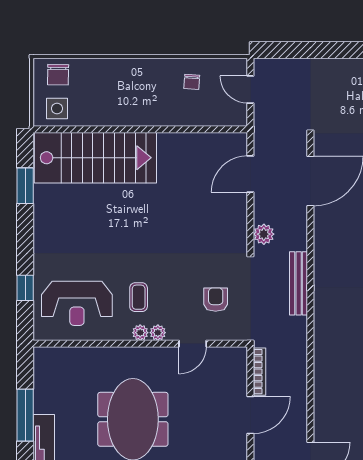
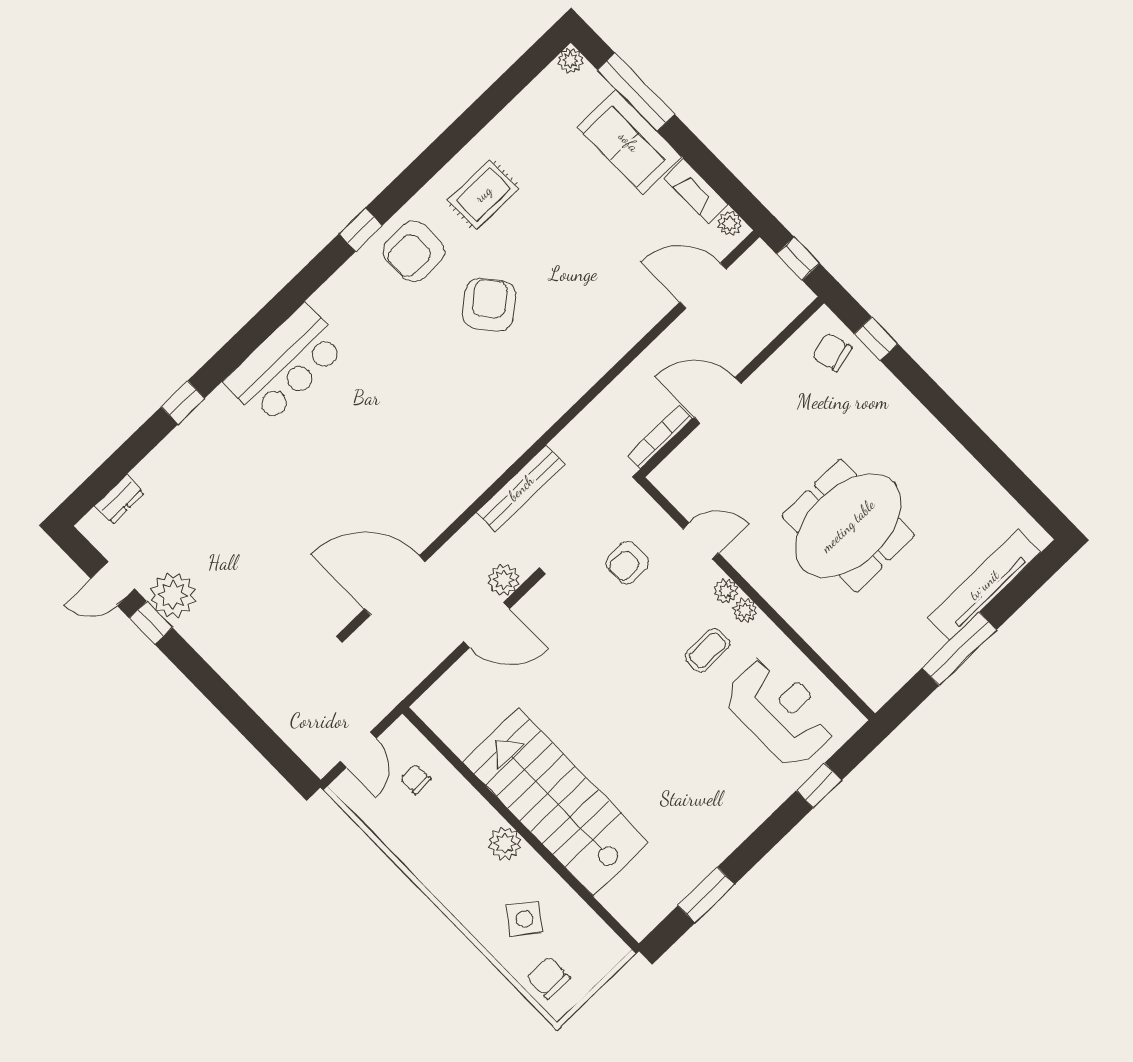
chair: (58, 75) -> (548, 978), turned -91
chair: (192, 82) -> (415, 779), moved, turned -94
side table: (57, 109) -> (524, 919), moved, turned 37
plant: (140, 115) -> (505, 843), added
stairs: (95, 158) -> (556, 802), moved
door: (250, 174) -> (486, 625), moved

